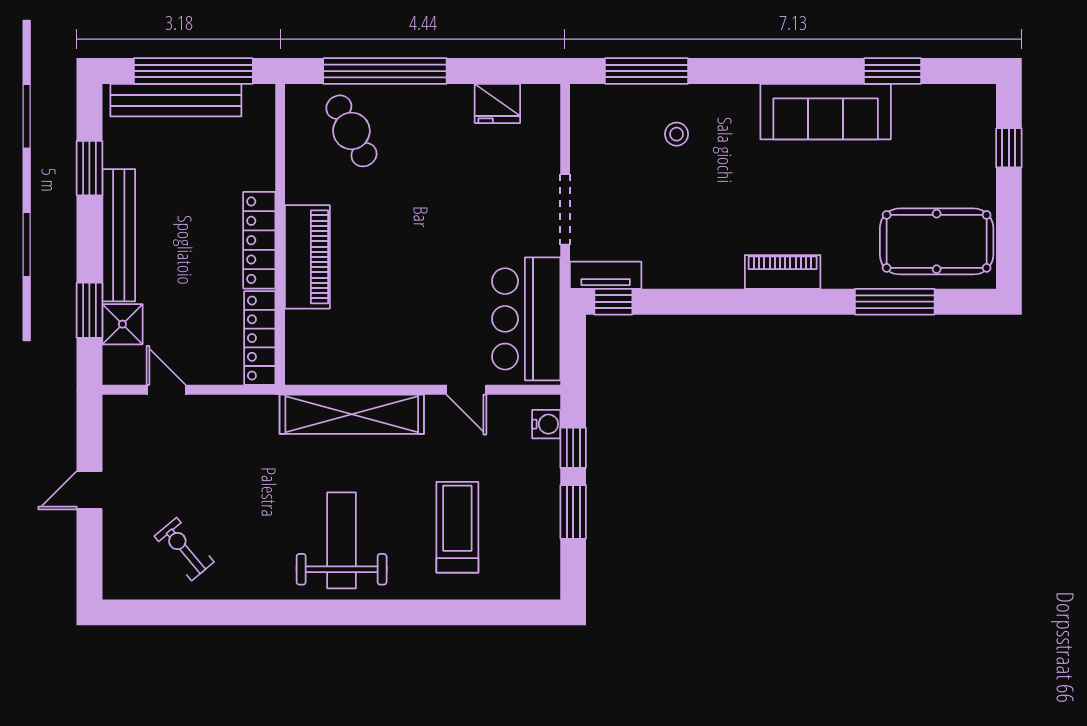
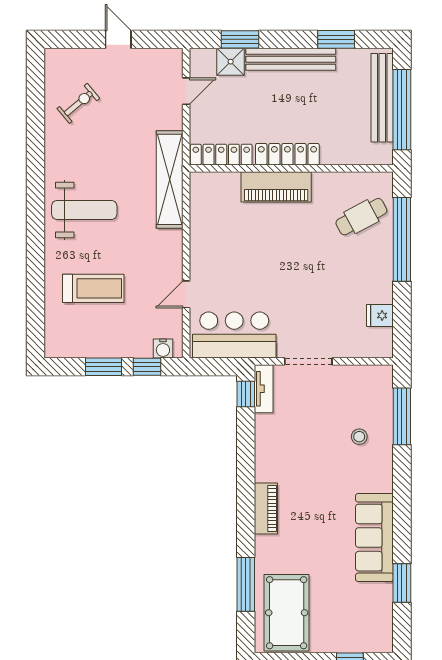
fridge: (497, 103) -> (380, 315), width x0.72
shelving: (352, 414) -> (170, 179), moved

